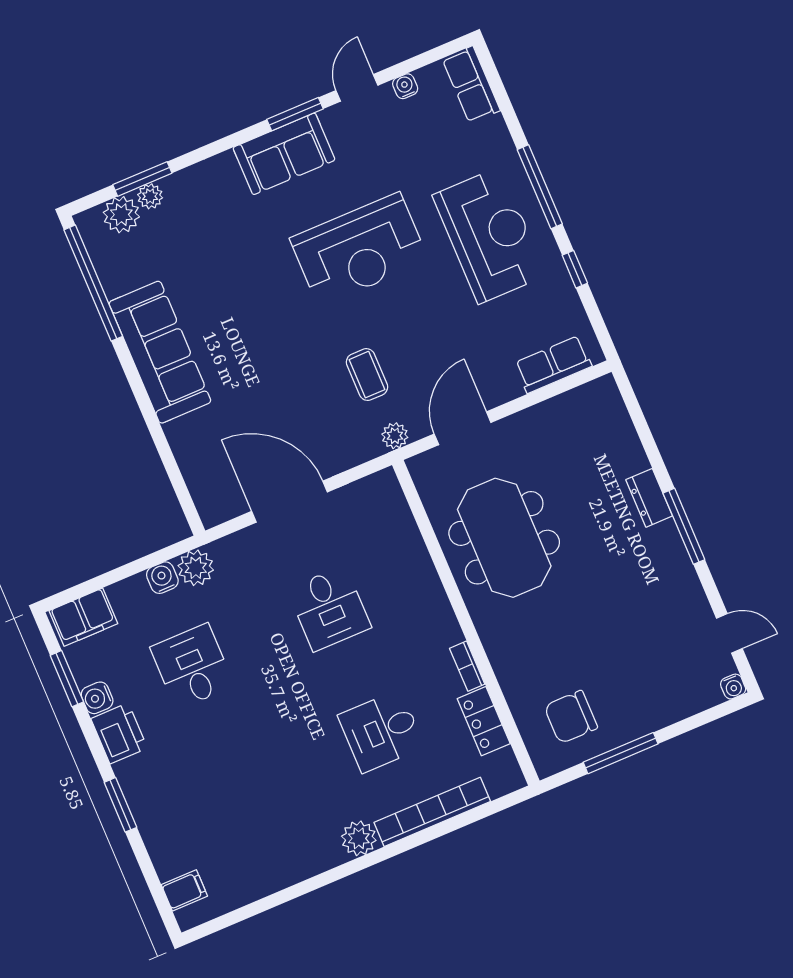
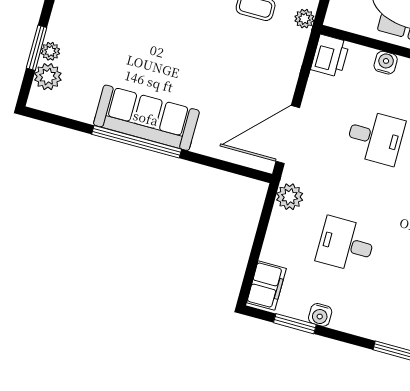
window: (93, 283) -> (137, 142), moved
door: (290, 502) -> (288, 135), moved
water cooler: (162, 578) -> (386, 63), moved, turned 90
printer: (119, 733) -> (330, 56), moved, turned 90

